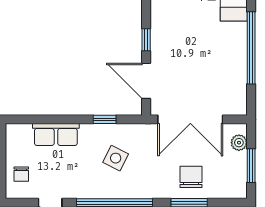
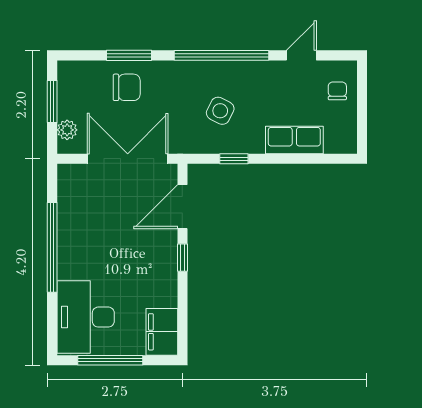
door: (146, 81) -> (182, 207), swing flipped
chair: (191, 177) -> (127, 87), turned -90

